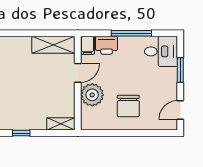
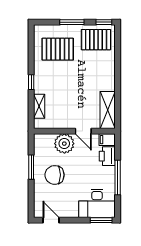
desk: (161, 51) -> (97, 203), width x1.37
window: (180, 70) -> (101, 220), moved
shelving: (61, 124) -> (39, 106), moved
window: (119, 133) -> (31, 167), added

